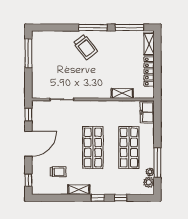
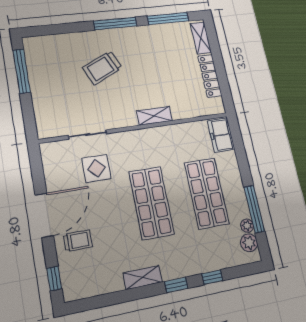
trolley: (85, 47) -> (102, 68), moved, turned 103
shelving: (122, 93) -> (154, 116), moved
window: (28, 115) -> (37, 167), removed
display table: (63, 121) -> (96, 168), added
trolley: (58, 172) -> (78, 241), moved

